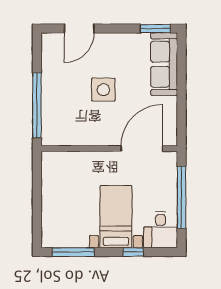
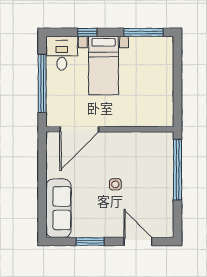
door: (79, 29) -> (138, 242), hinge flipped
window: (155, 29) -> (90, 242), moved
side table: (103, 90) -> (115, 184), width x0.54, depth x0.54

